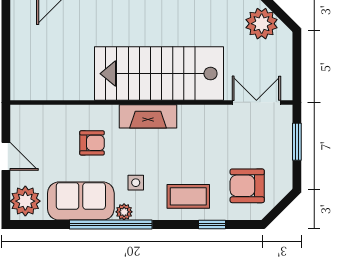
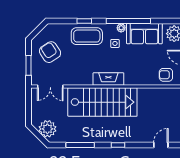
armchair: (92, 143) -> (166, 75), moved
armchair: (247, 186) -> (50, 52), moved, turned -123
coffee table: (188, 196) -> (87, 36), width x1.36, depth x1.32
window: (212, 224) -> (84, 21), moved

